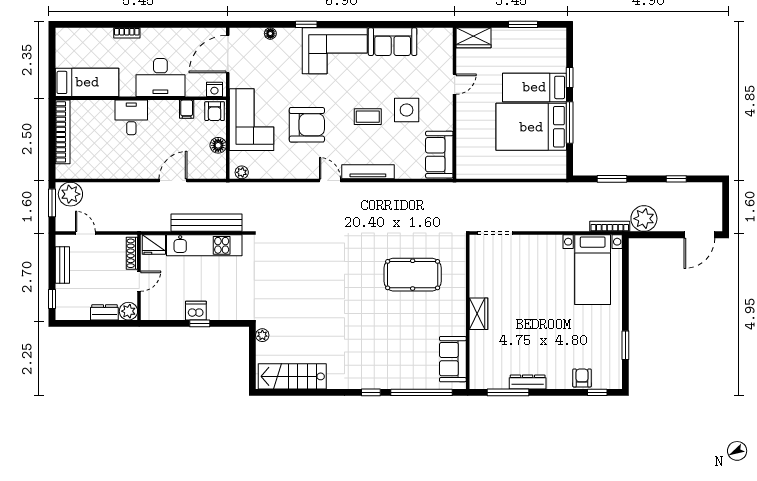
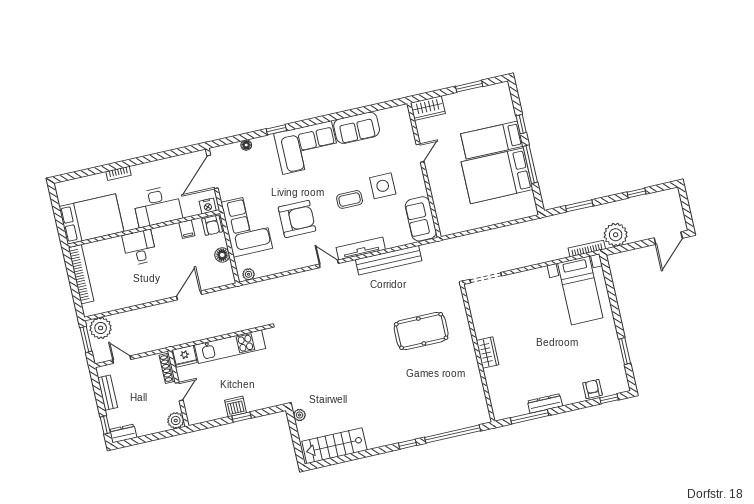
bed: (87, 82) -> (91, 219), width x1.50
bench: (206, 223) -> (389, 260), moved
dresser: (104, 312) -> (123, 434), moved
sofa: (453, 359) -> (474, 398), removed

